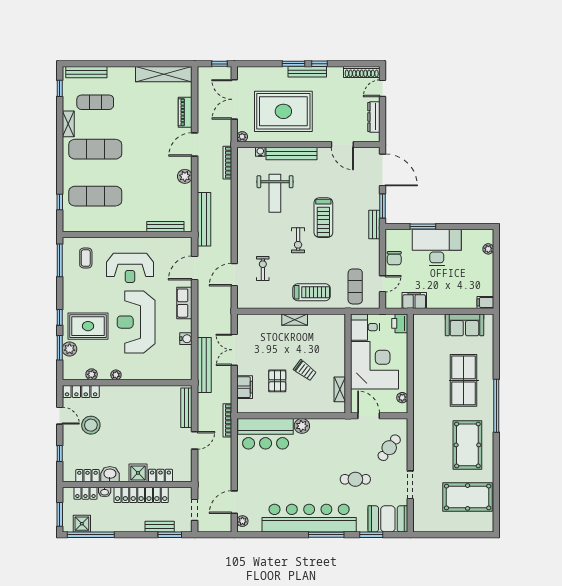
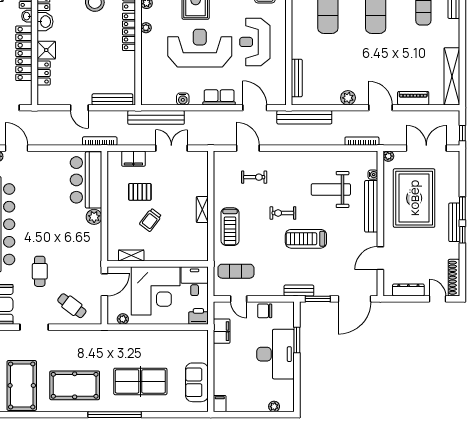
locker: (120, 392) -> (129, 32), added

